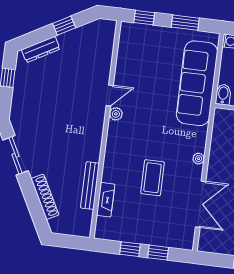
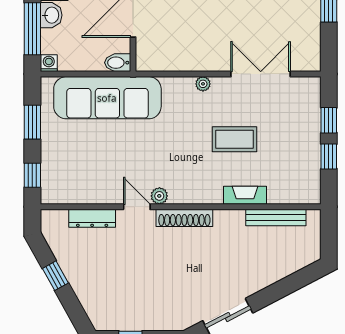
dresser: (41, 49) -> (92, 218), moved, turned 119
bench: (90, 186) -> (276, 218), moved
shoe rack: (45, 197) -> (184, 218), moved, turned -152
fireplace: (106, 200) -> (245, 195), moved

